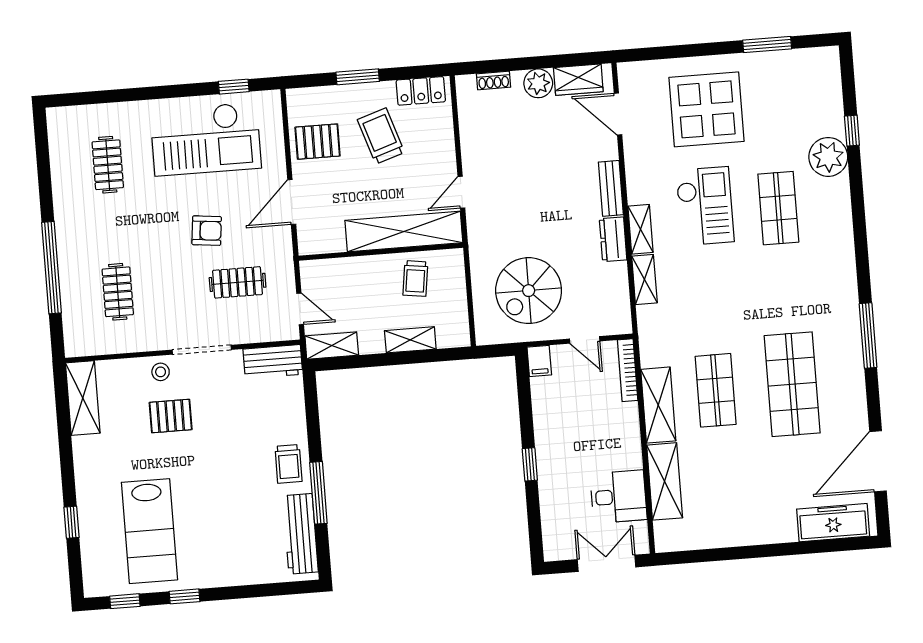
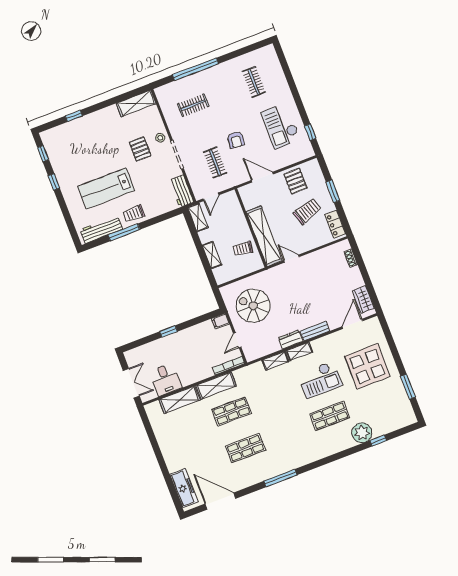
plant: (538, 83) -> (356, 280), removed
checkout: (206, 139) -> (280, 126), width x0.73, depth x0.83
clothes rail: (108, 165) -> (254, 82), turned 90
shop shelf: (792, 384) -> (246, 448), width x0.70, depth x0.74
lab bench: (149, 531) -> (106, 188), moved

